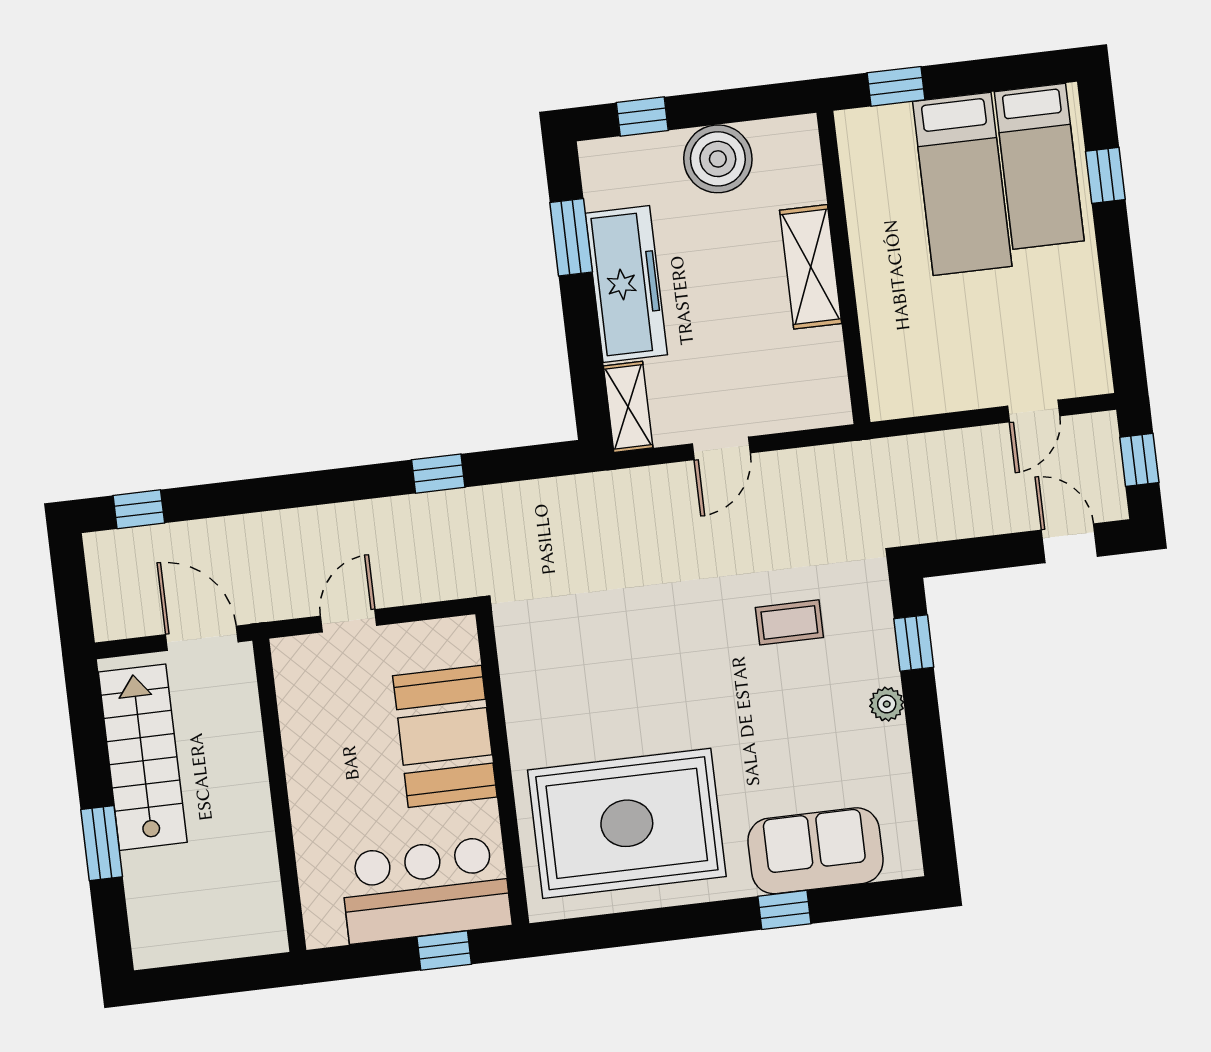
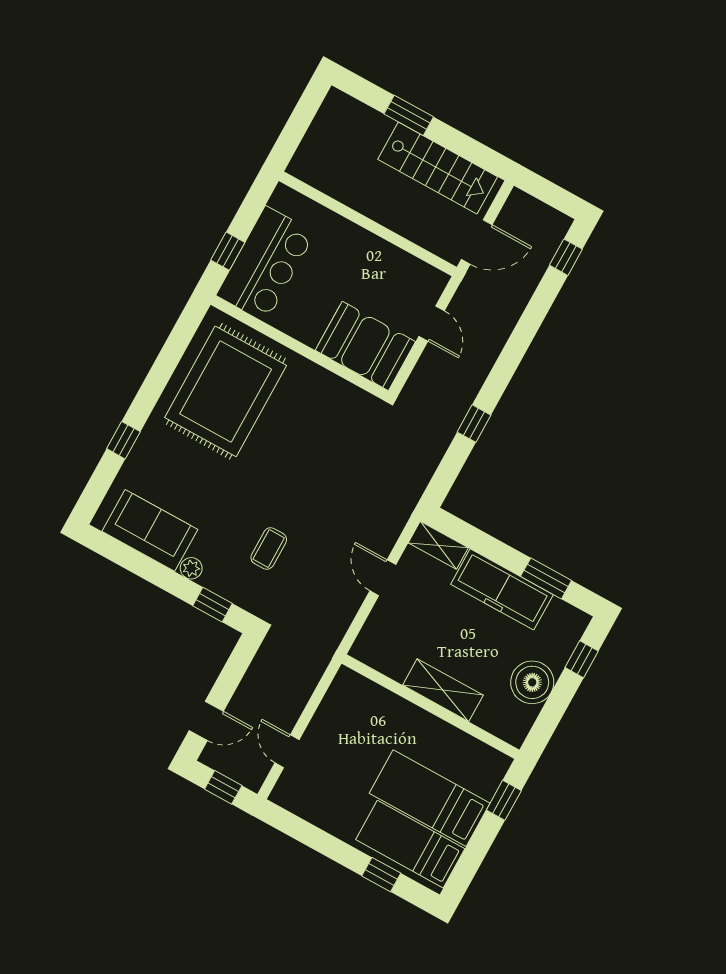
booth: (445, 736) -> (365, 346), moved
sofa: (815, 851) -> (150, 530), moved, turned -90

